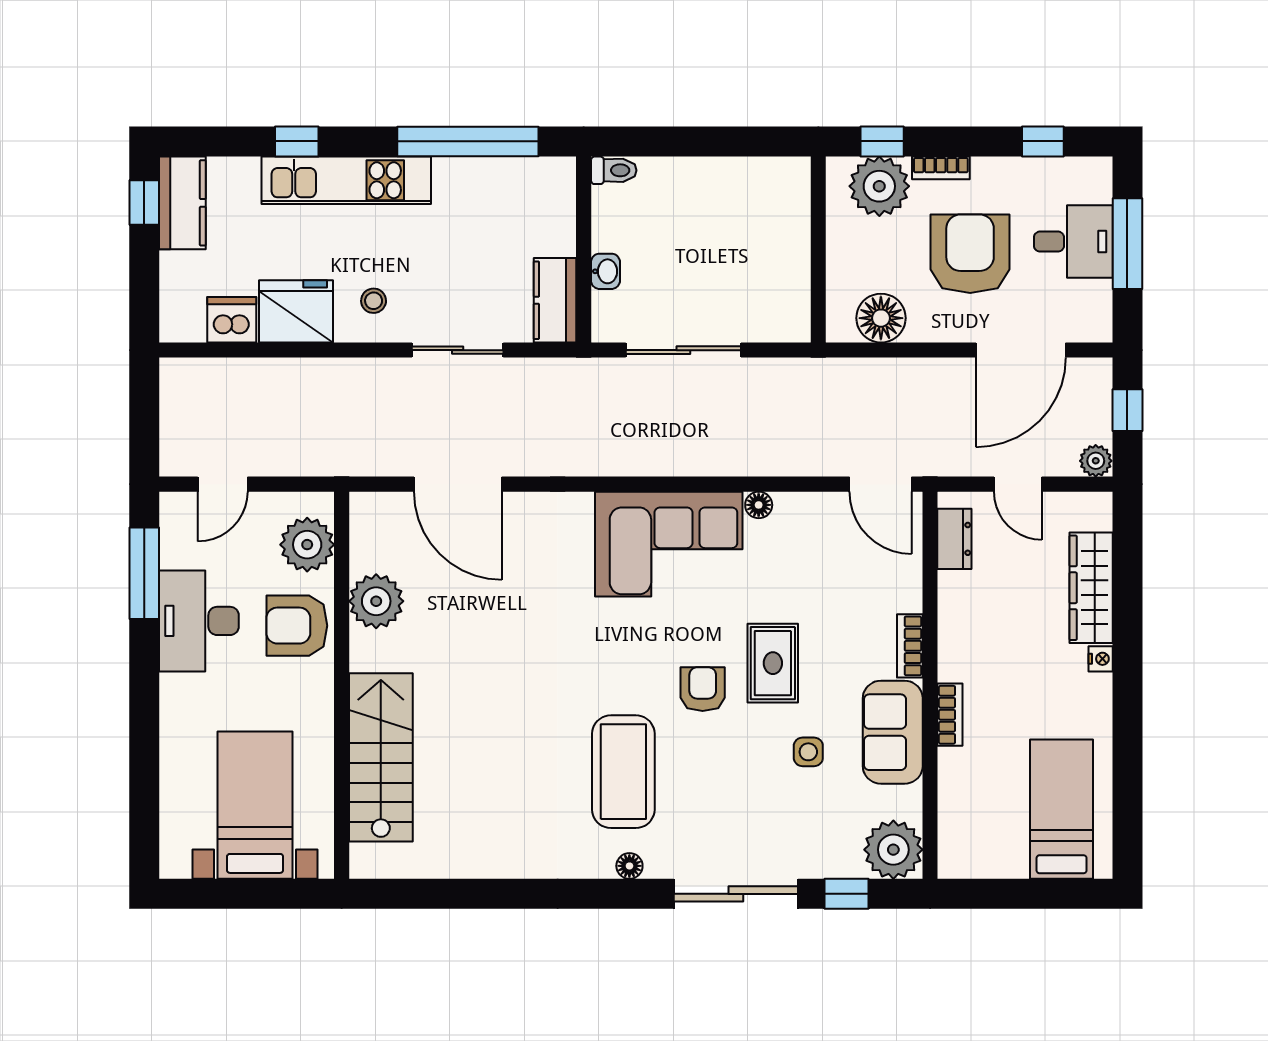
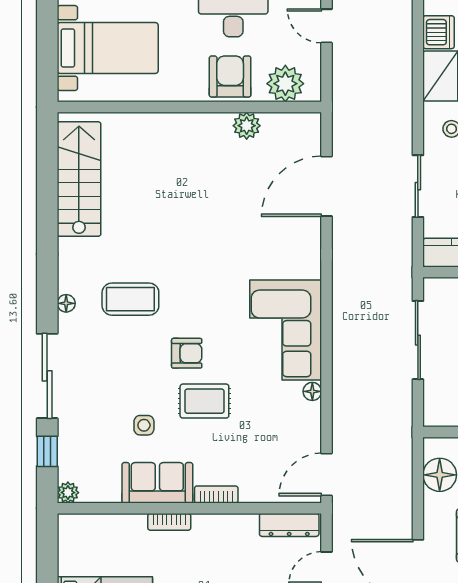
dresser: (954, 539) -> (289, 525), width x1.44
plant: (376, 601) -> (247, 126), width x0.73, depth x0.73
stairs: (381, 757) -> (79, 179), moved, turned -90
coffee table: (623, 772) -> (130, 299), width x0.73, depth x0.76
plant: (893, 850) -> (68, 493), width x0.53, depth x0.53

